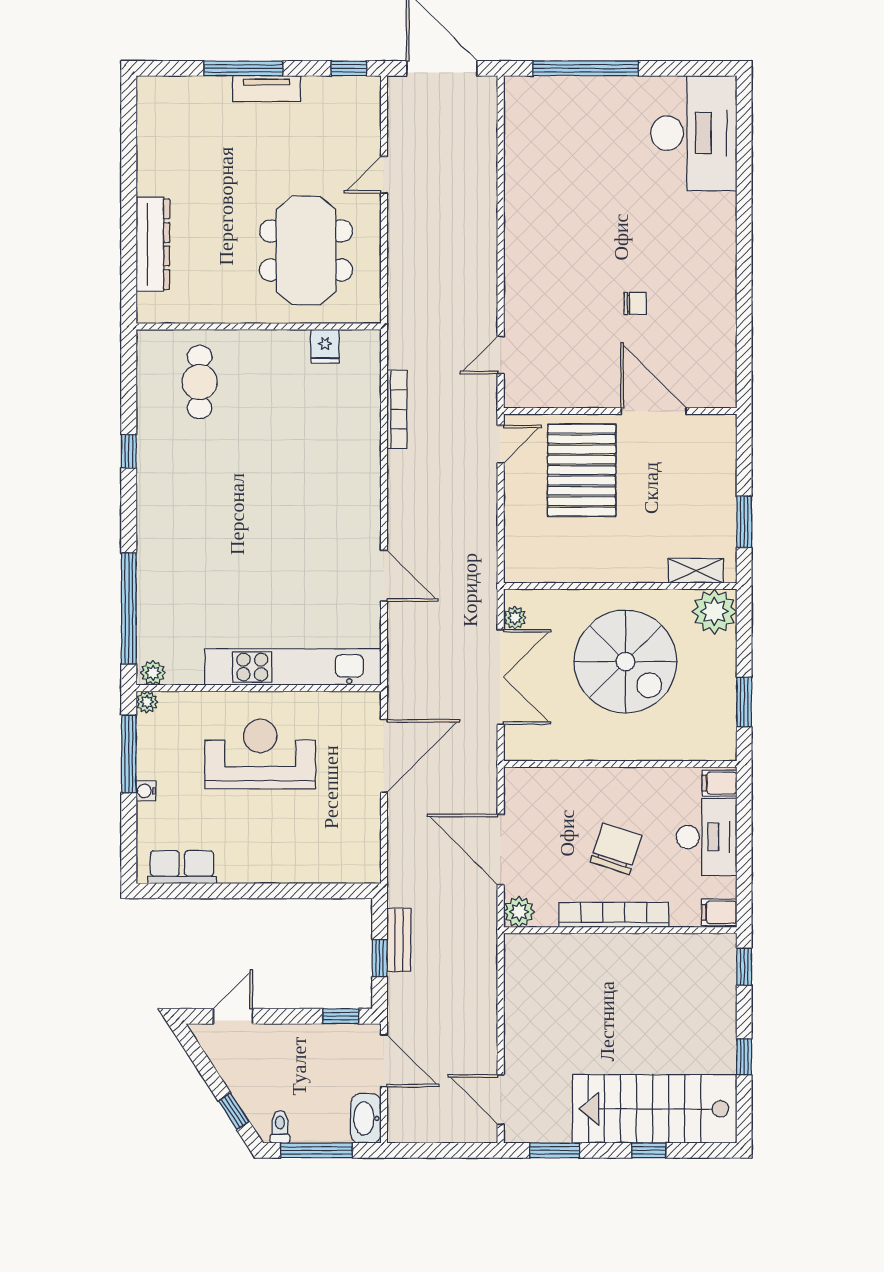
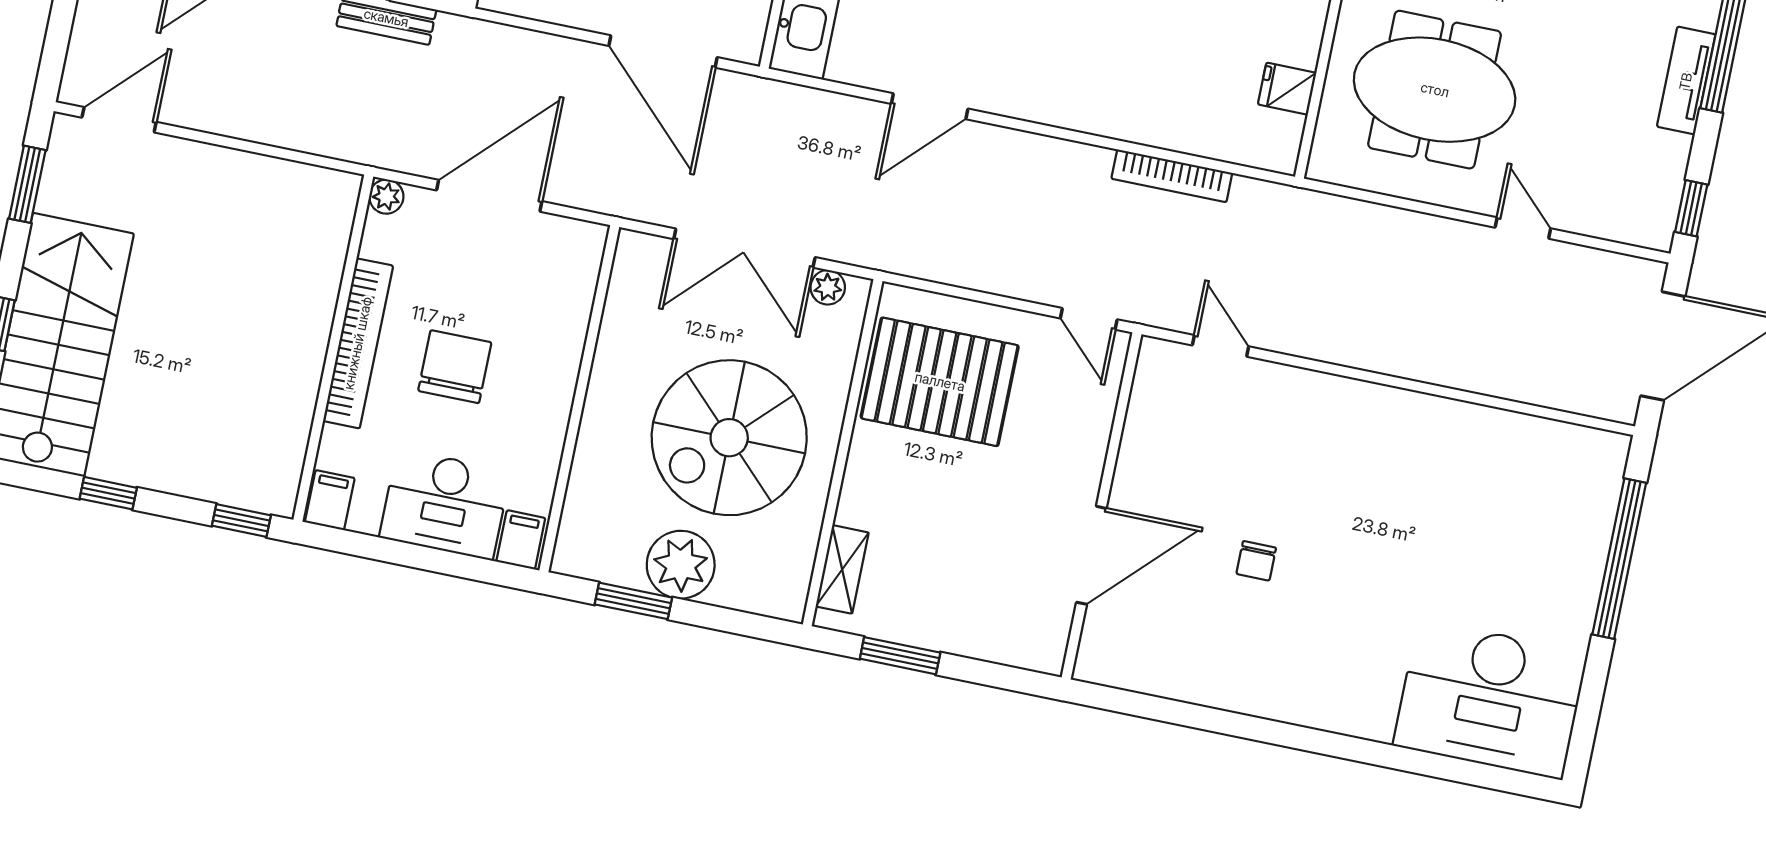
pallet: (582, 470) -> (940, 382), moved
plant: (714, 611) -> (681, 565), moved
chair: (616, 849) -> (455, 367), turned -108
plant: (519, 912) -> (386, 197), width x0.73, depth x0.73

